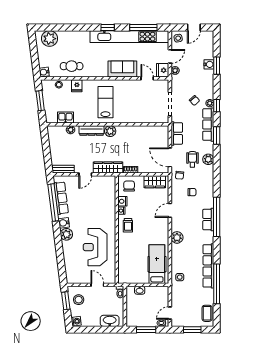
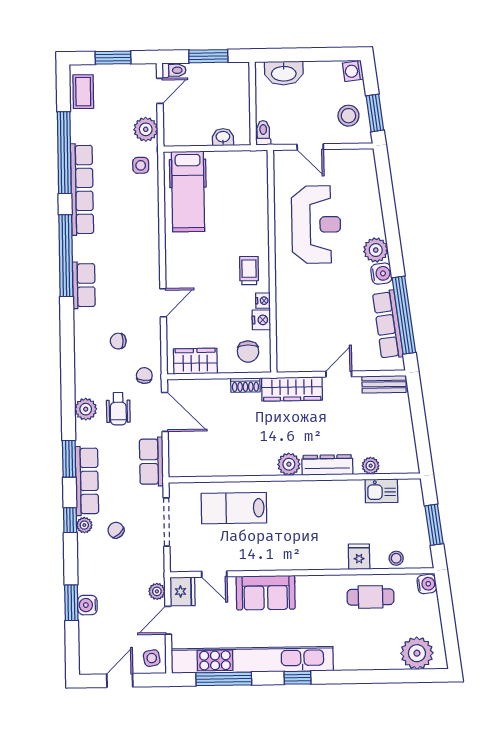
lab bench: (105, 102) -> (234, 508), moved, turned 90
window: (217, 217) -> (66, 256), moved
plant: (177, 237) -> (146, 129), moved

